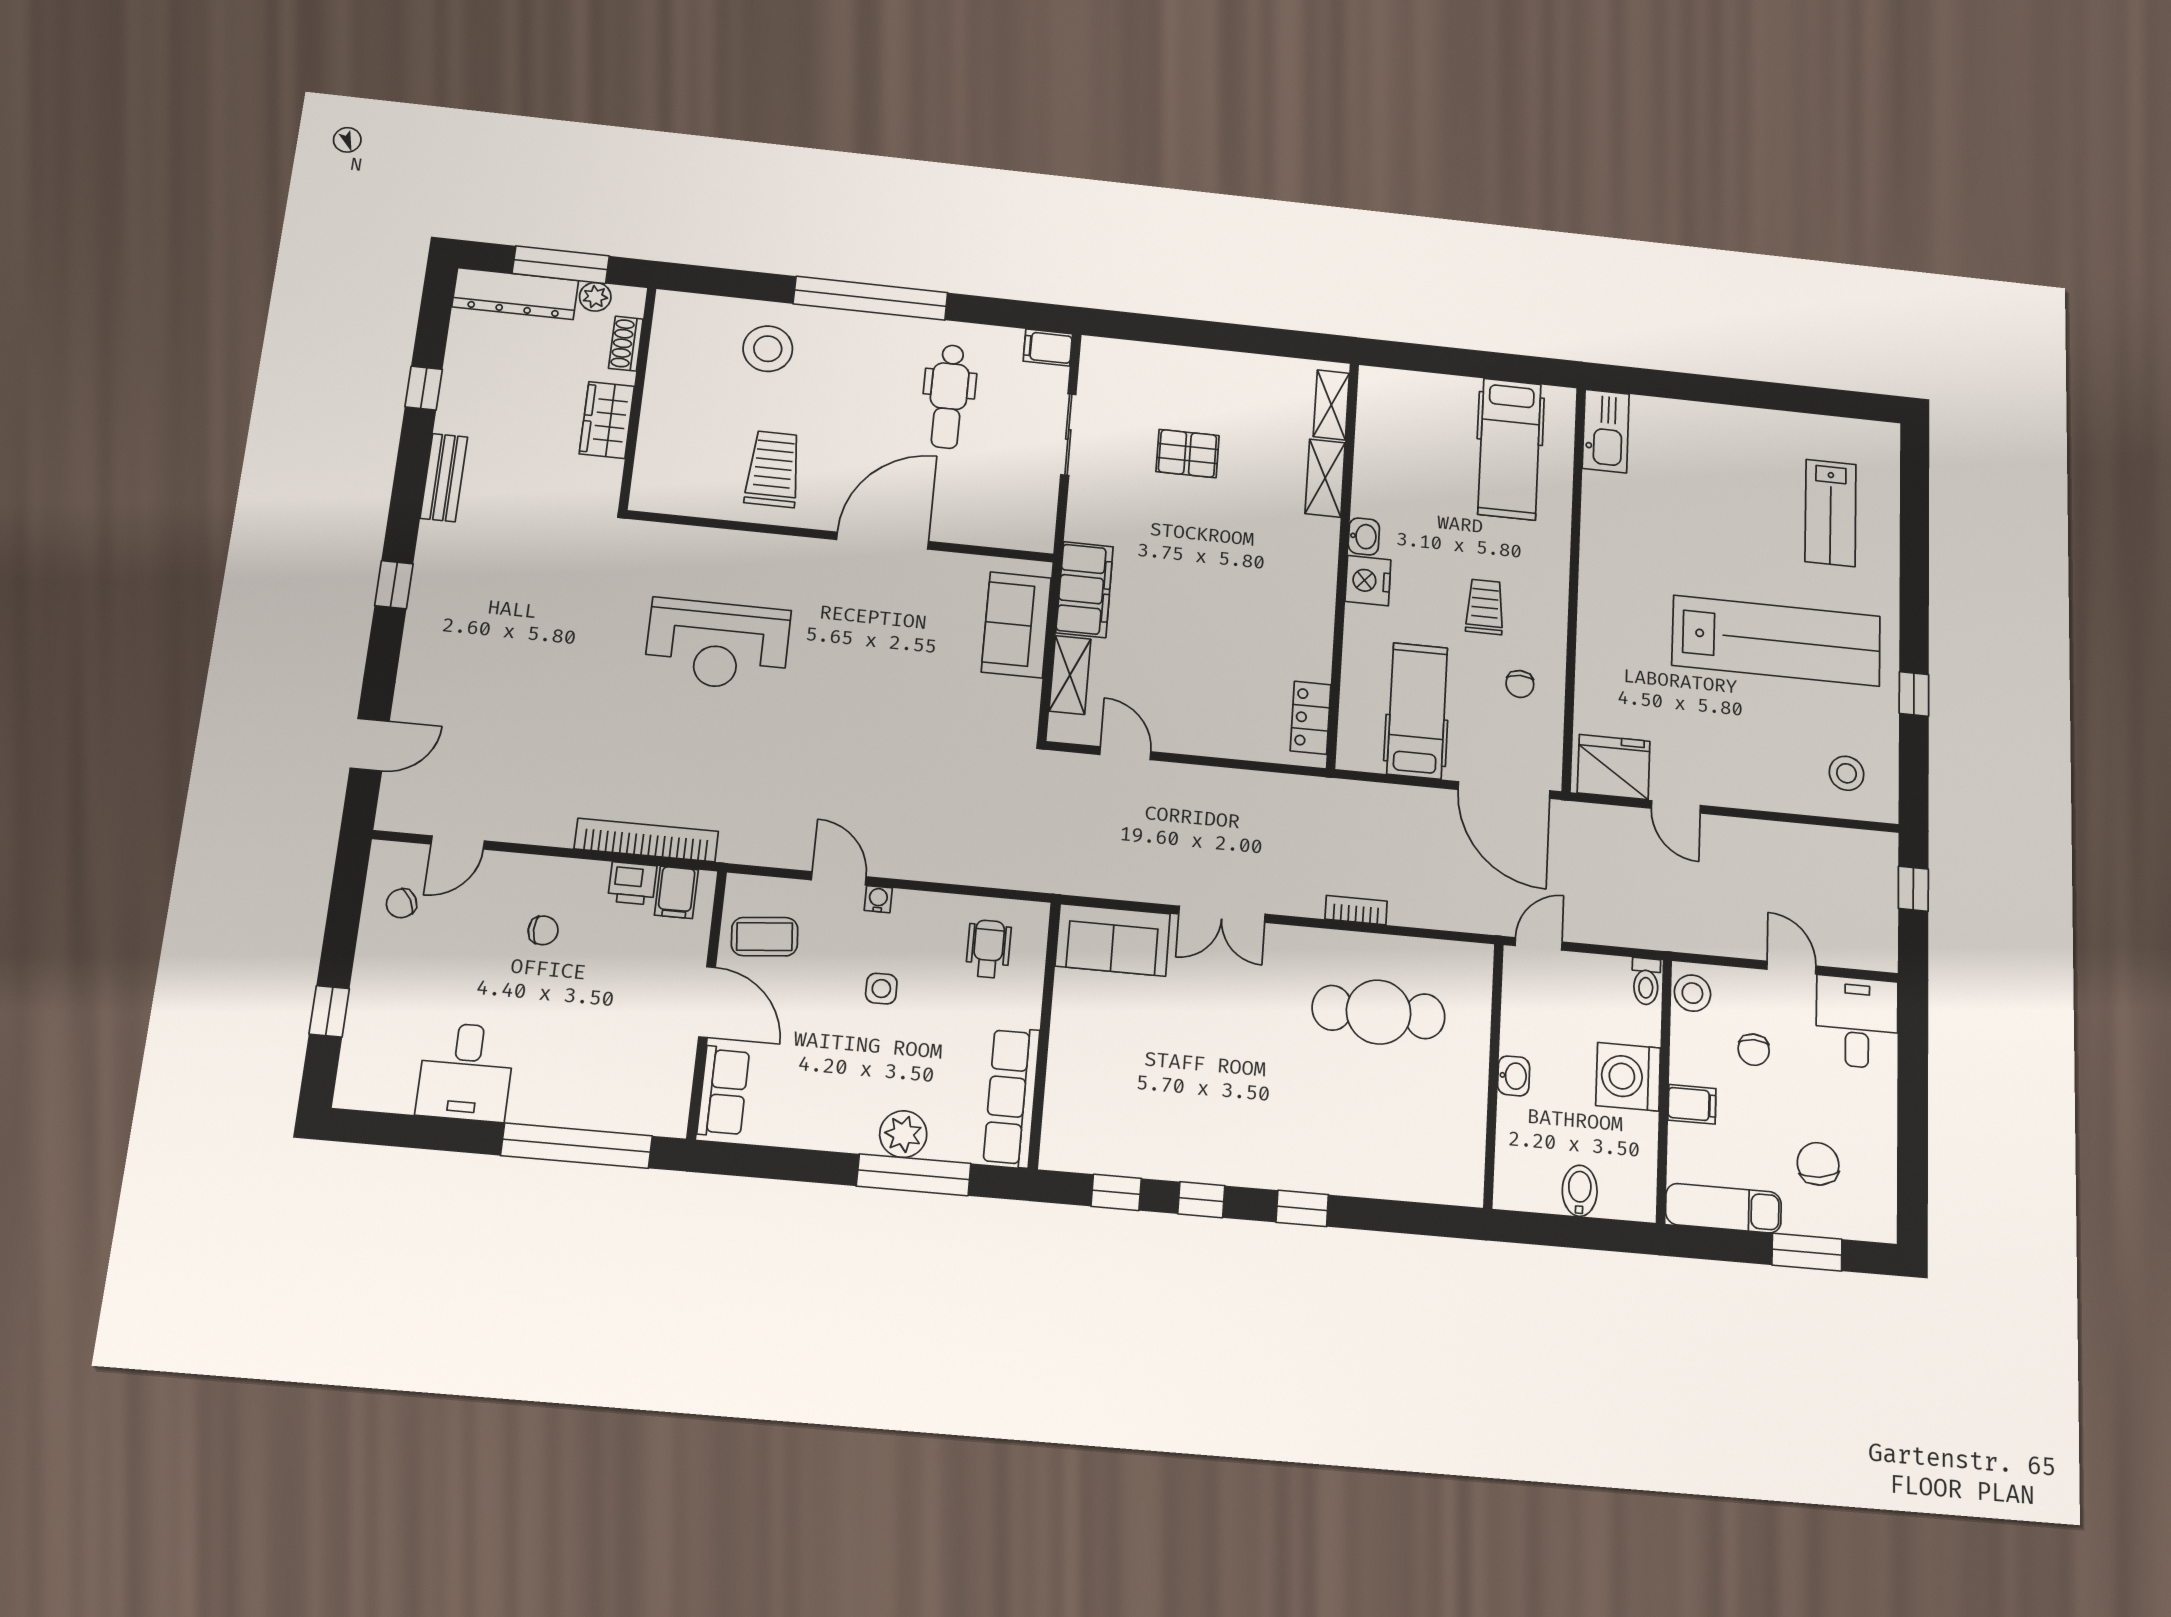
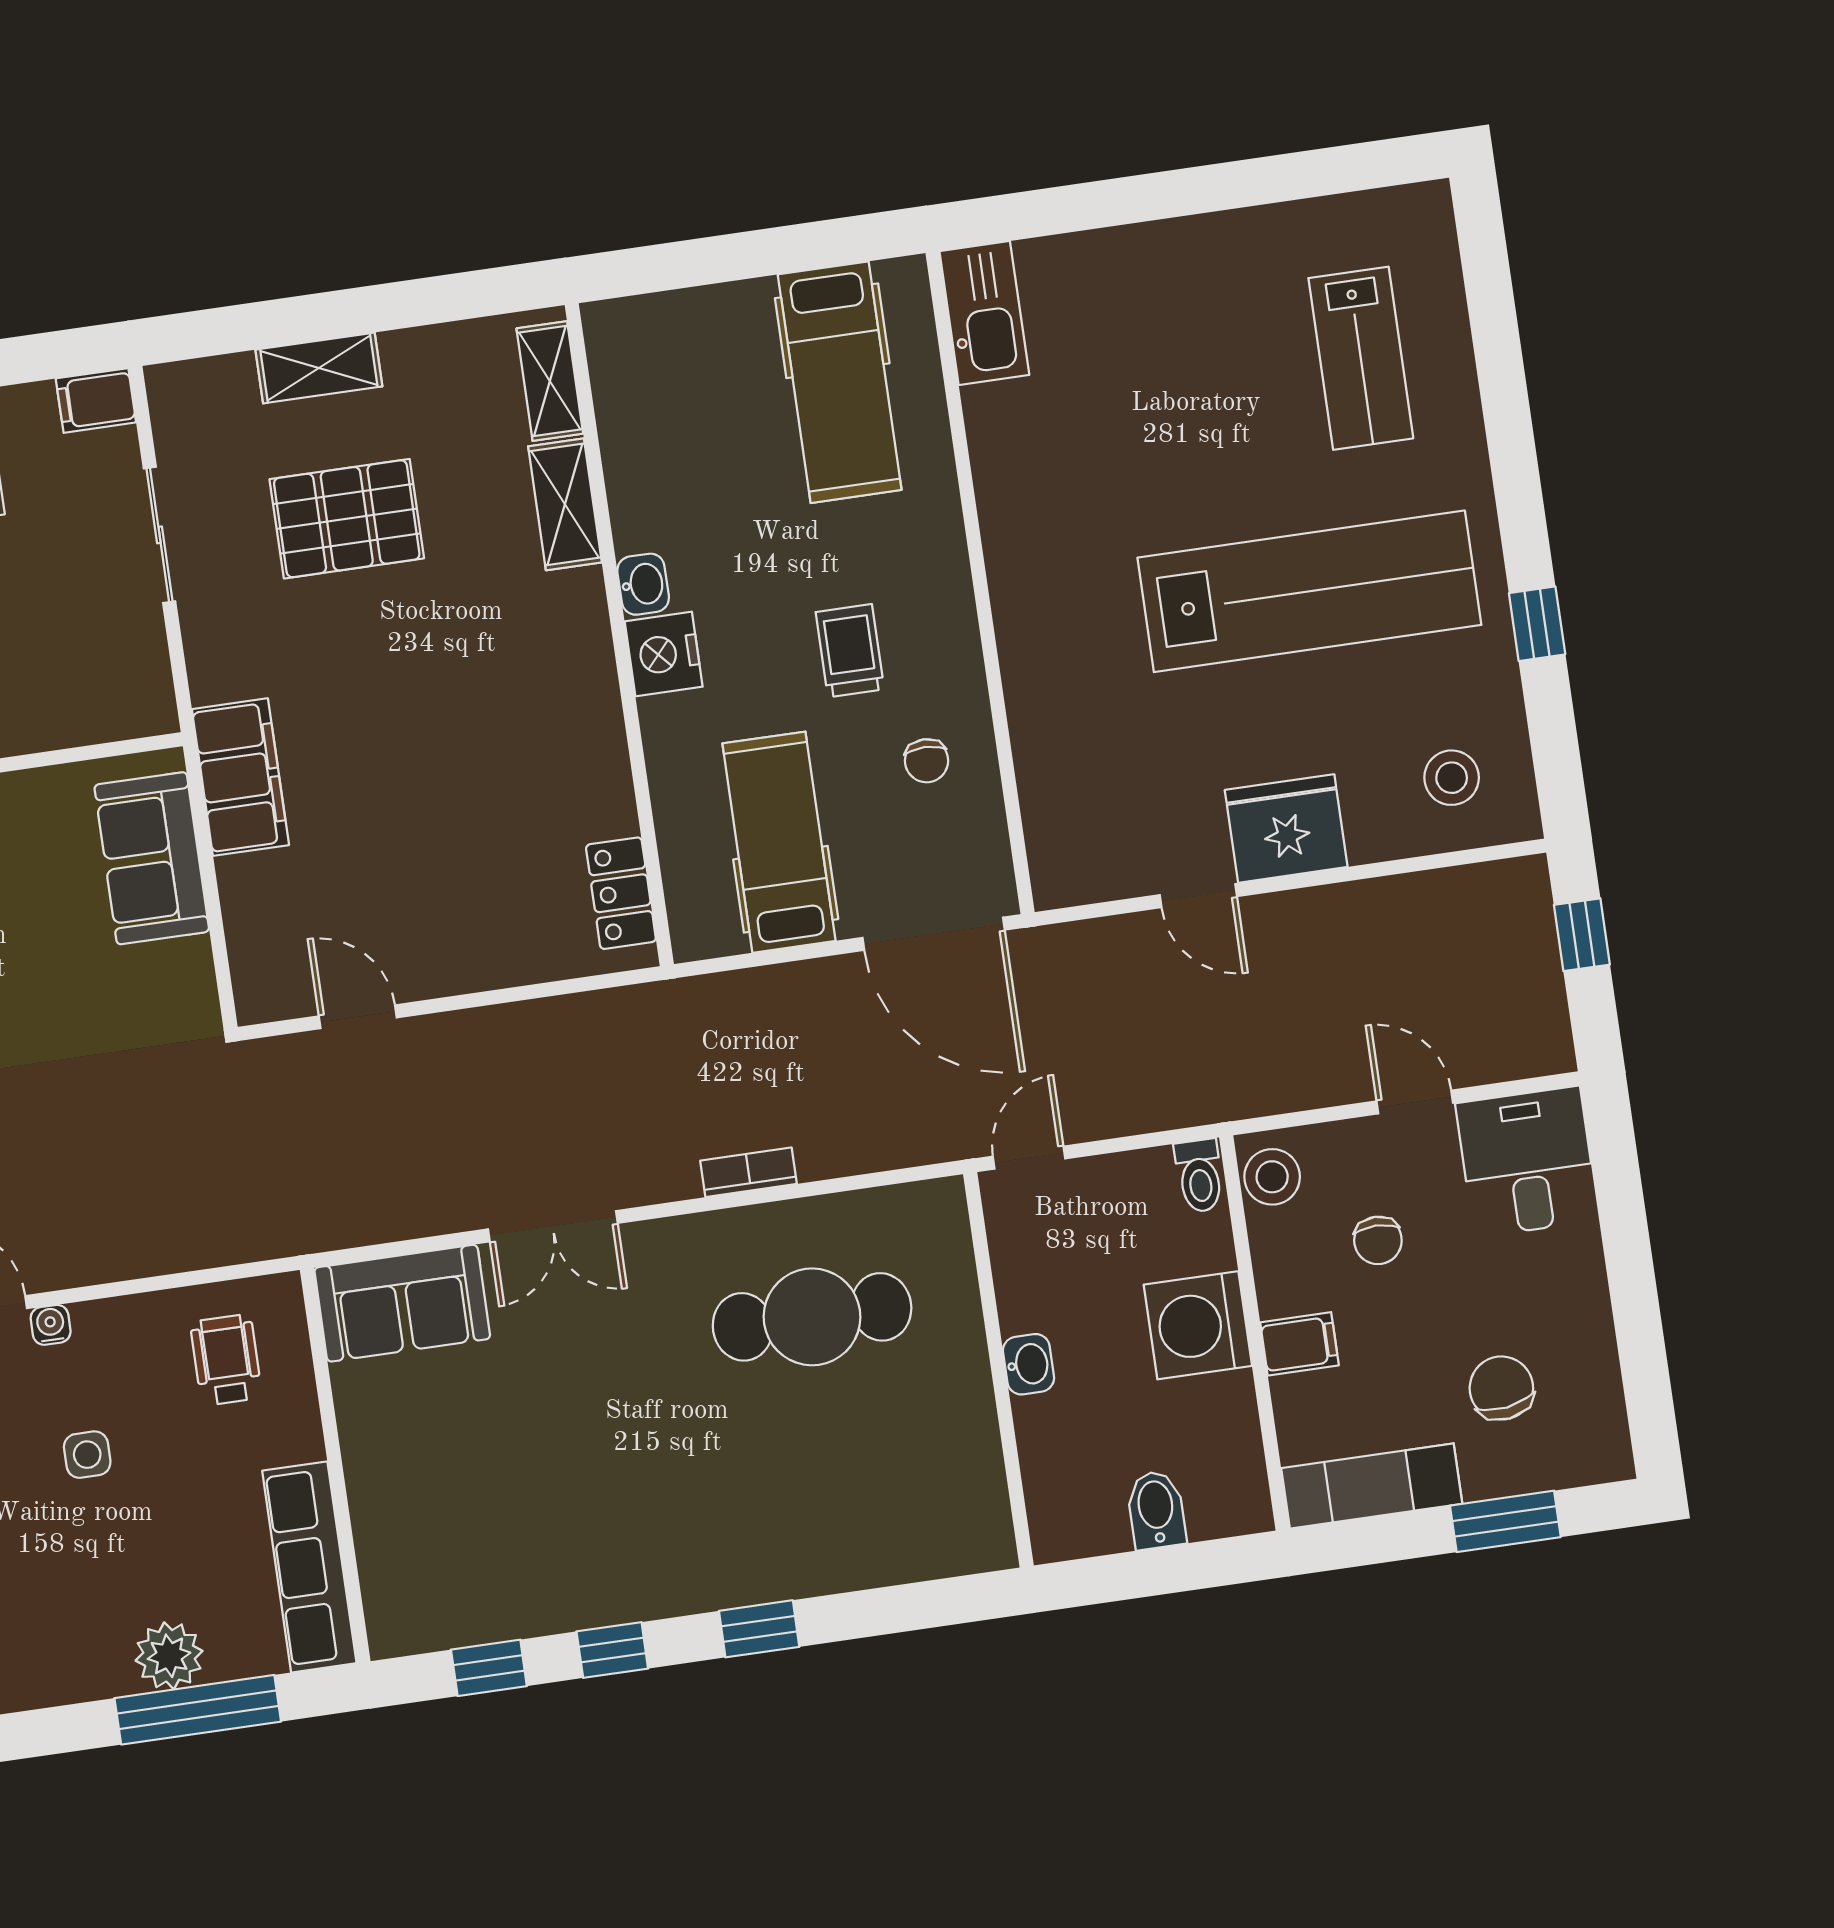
pallet: (1188, 454) -> (347, 519), width x1.50, depth x1.42
shelving: (1070, 675) -> (319, 368), moved, turned 90
fridge: (1614, 767) -> (1286, 828), moved

